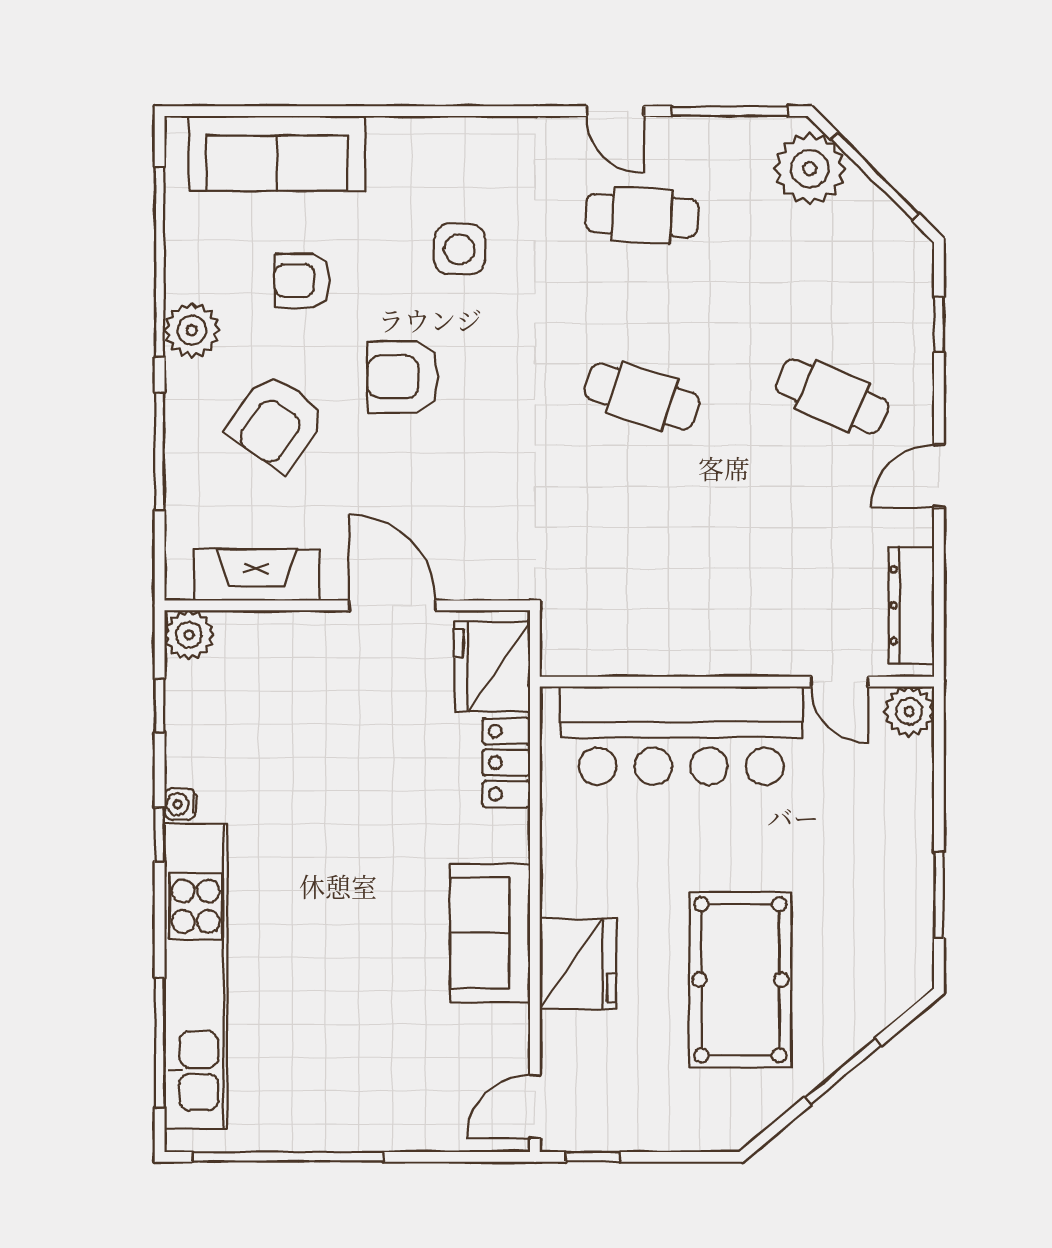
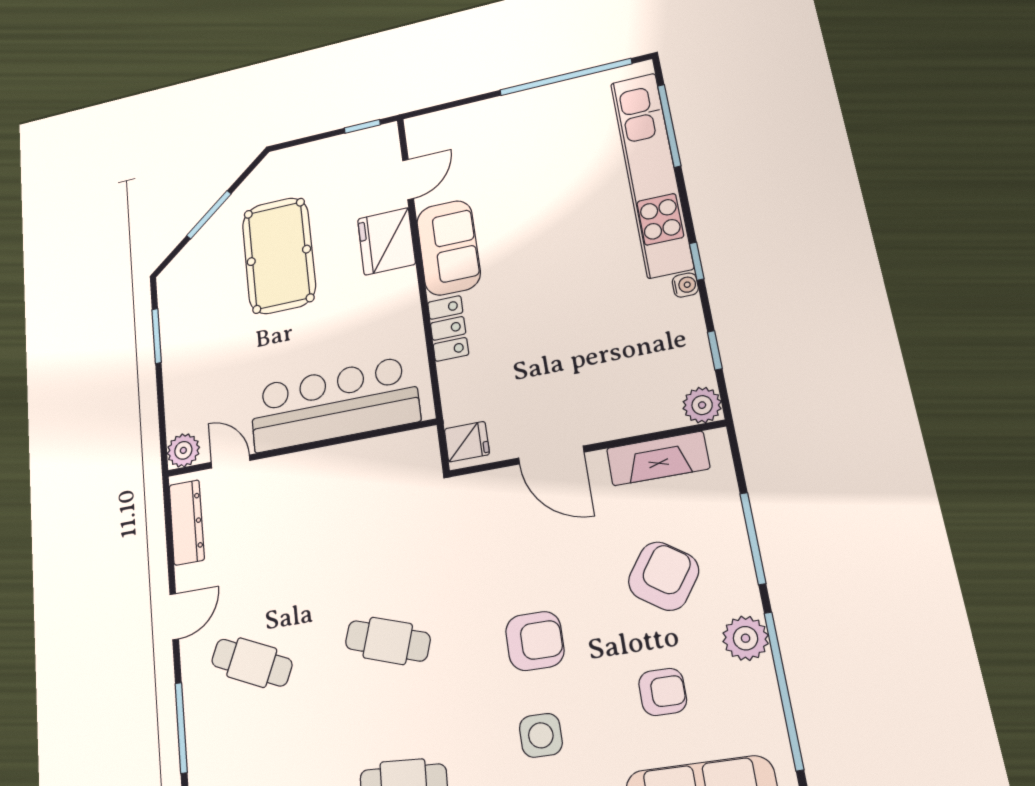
window: (939, 325) -> (181, 728), width x2.17
armchair: (403, 377) -> (535, 641), moved
fridge: (492, 667) -> (467, 442), width x0.53, depth x0.75
locker: (506, 763) -> (448, 328), moved
door: (535, 1107) -> (408, 179), moved

